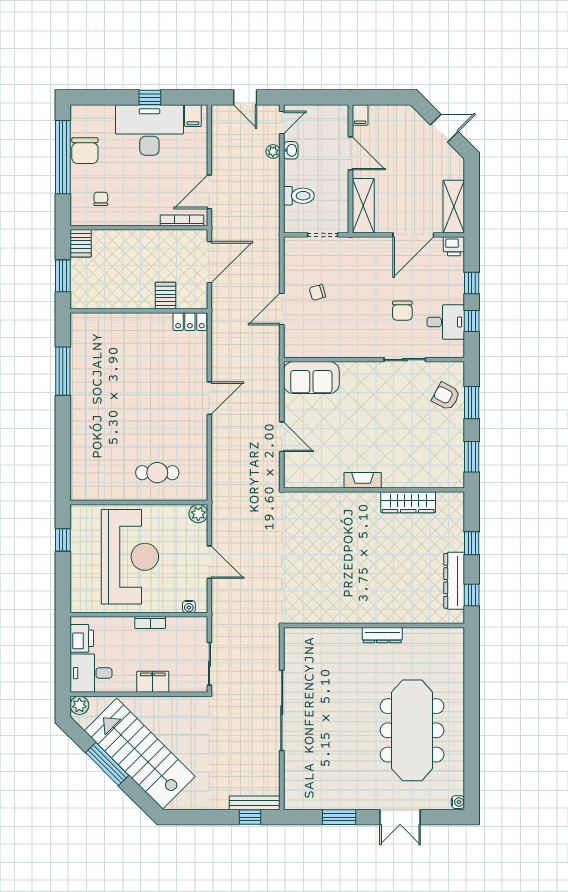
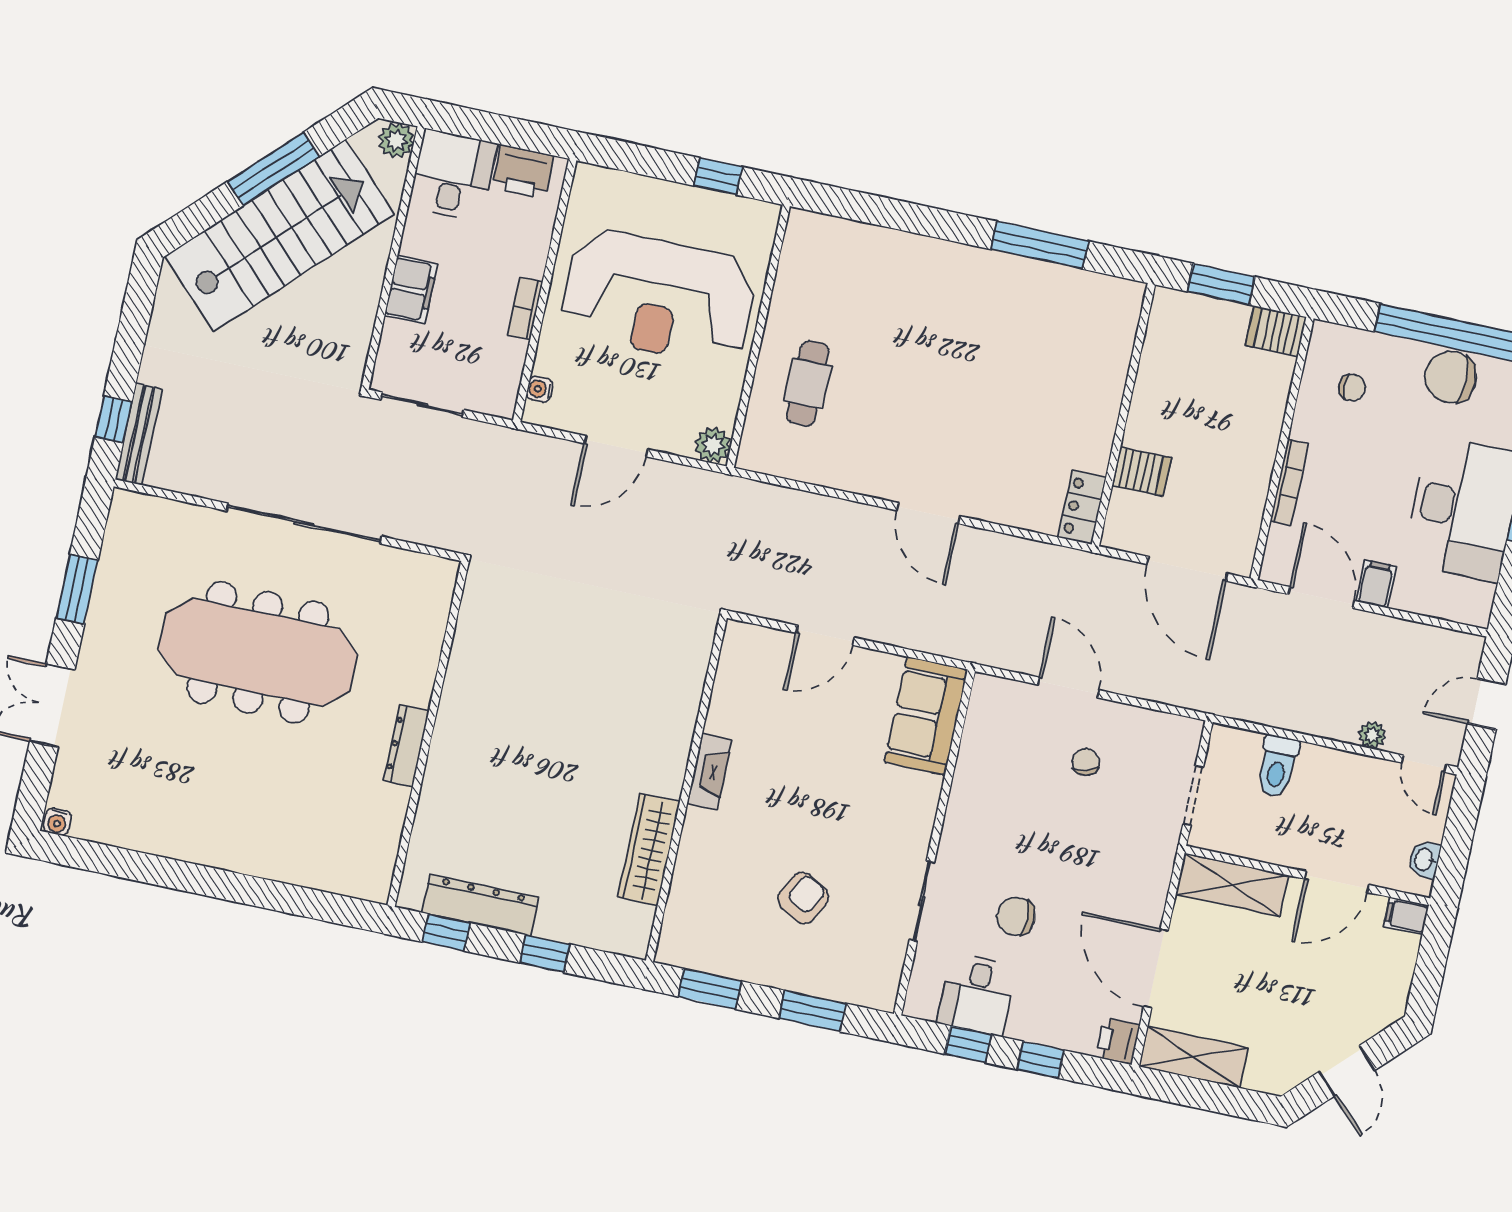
filing cabinet: (193, 116) -> (1376, 584), moved, turned 90
washbasin: (291, 150) -> (1425, 860), moved, turned 90
bookcase: (182, 220) -> (1289, 482), moved
armchair: (446, 396) -> (803, 898), moved
meeting table: (412, 730) -> (258, 652), moved

